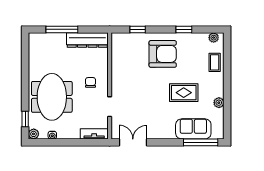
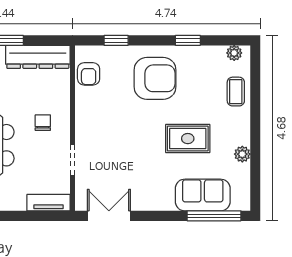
armchair: (120, 51) -> (89, 74), added

